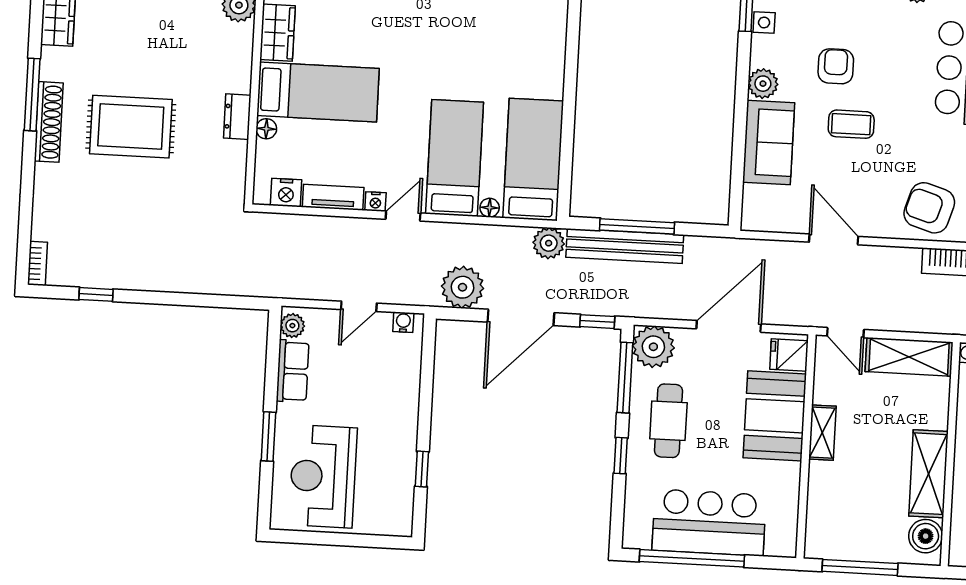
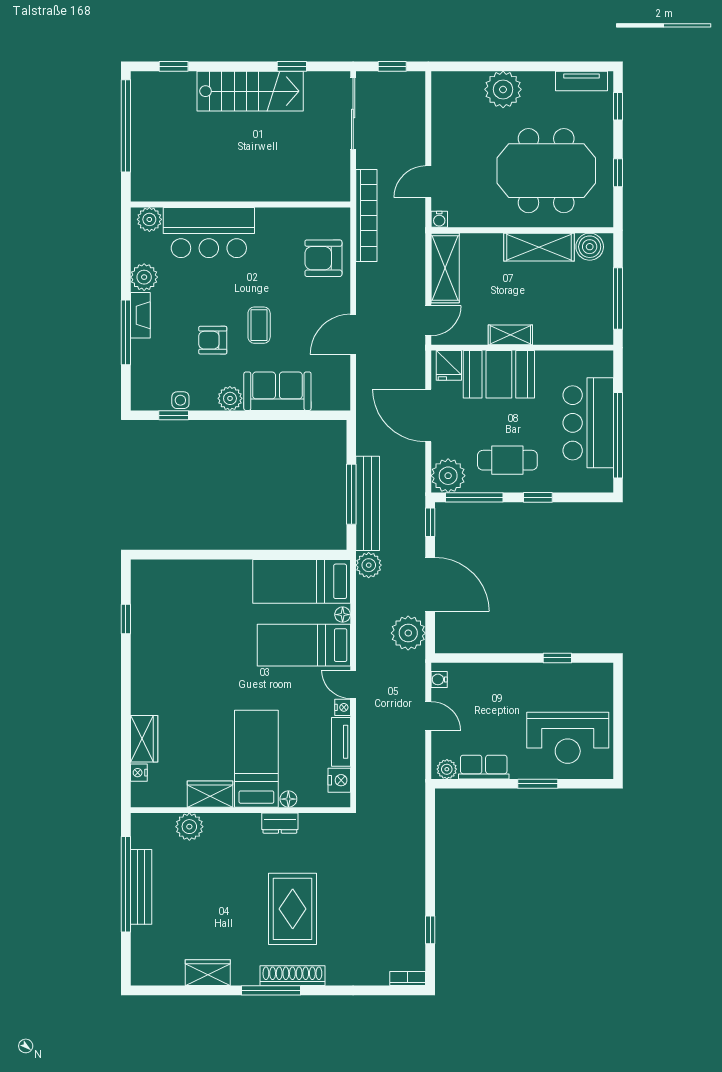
armchair: (929, 208) -> (323, 258), turned 73

